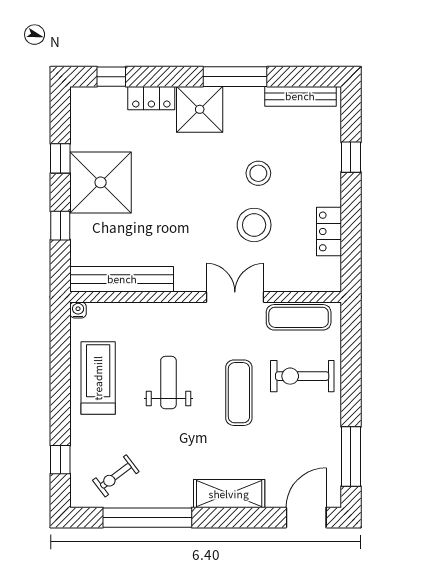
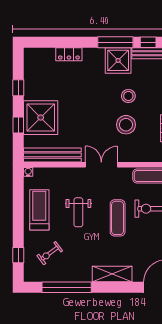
window: (111, 77) -> (148, 42), moved
shower: (200, 109) -> (118, 60), moved
shower: (101, 182) -> (41, 118), moved
double door: (235, 297) -> (101, 165), moved
weight bench: (168, 383) -> (78, 212), turned 180
exercise bike: (116, 476) -> (50, 253), moved

